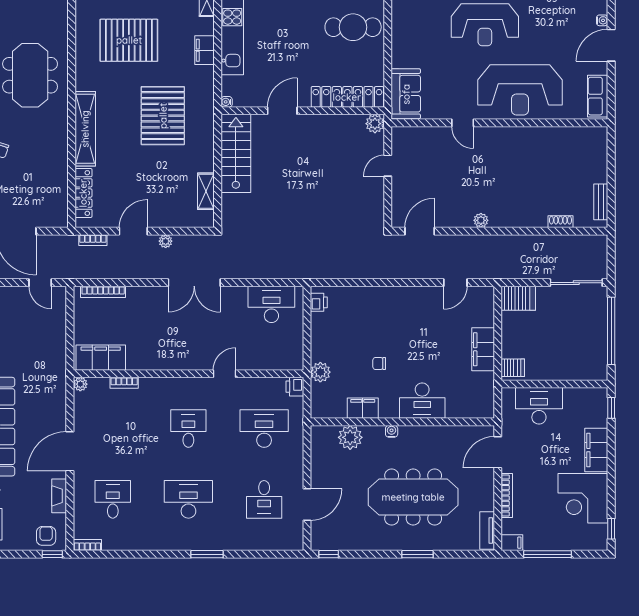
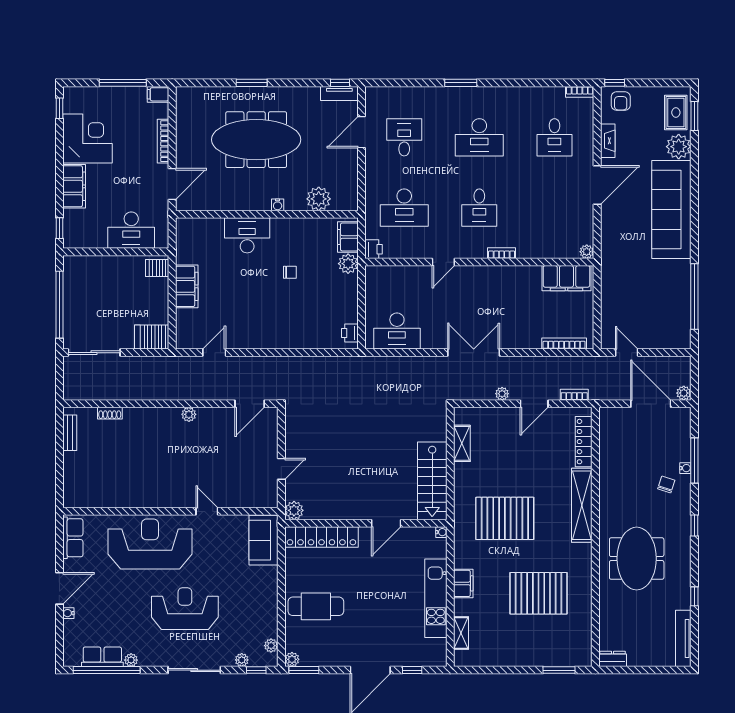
pallet: (163, 116) -> (505, 518), turned 90
bookcase: (124, 383) -> (502, 253), moved
filing cabinet: (363, 408) -> (348, 237), moved, turned 90
tv unit: (487, 530) -> (339, 93), moved, turned 90

